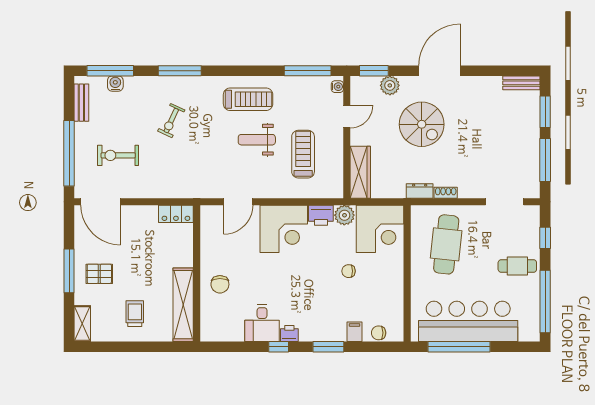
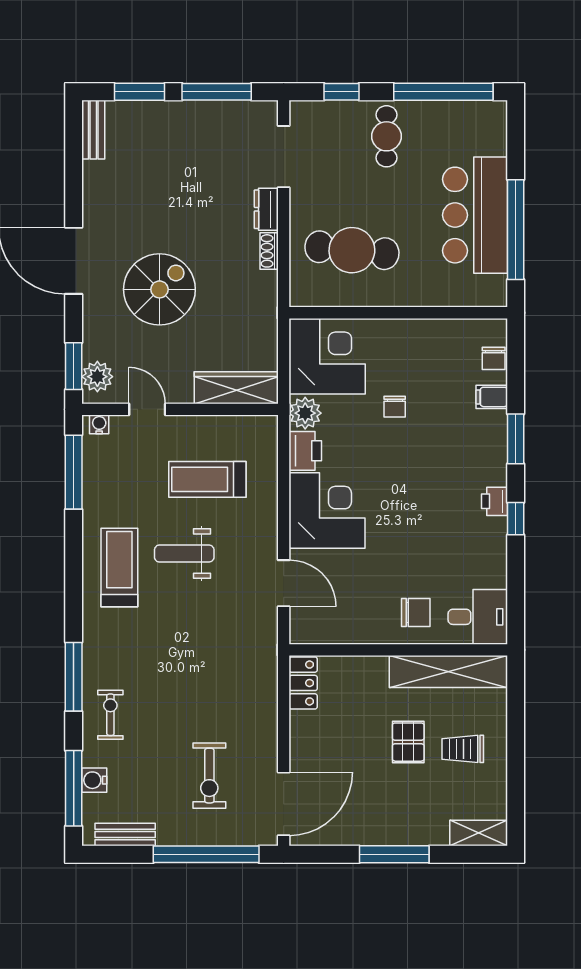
plant: (390, 85) -> (97, 377), moved
exercise bike: (171, 121) -> (110, 715), moved, turned -115
weight bench: (257, 140) -> (184, 554), turned 90
dresser: (420, 191) -> (266, 209), moved
pallet: (99, 274) -> (408, 742), moved
bar counter: (468, 321) -> (475, 215), width x0.73
desk: (262, 323) -> (478, 617), moved

